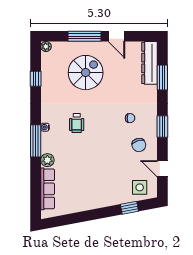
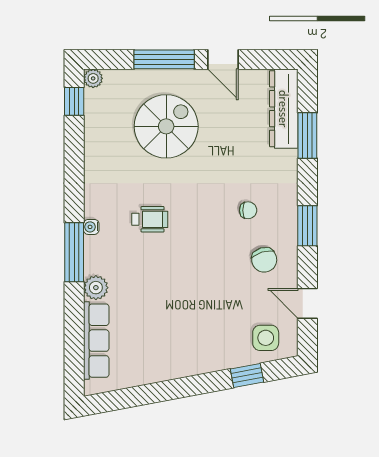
window: (36, 79) -> (74, 101), moved
wheelchair: (77, 123) -> (150, 219), turned -90

